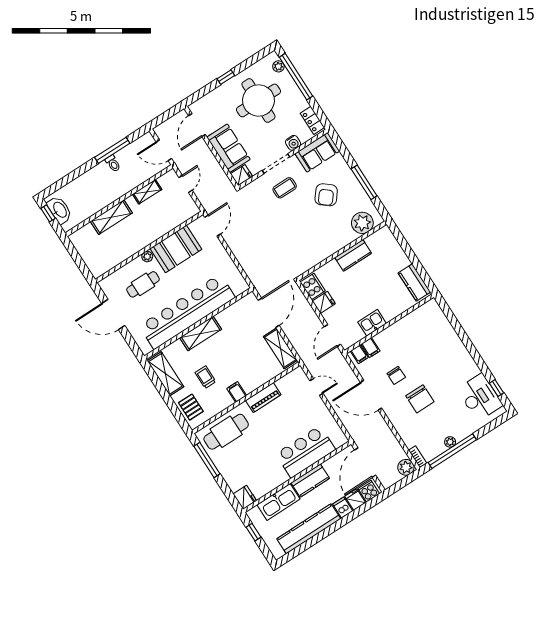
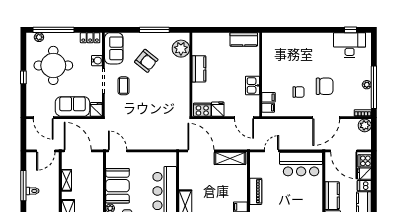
door: (185, 184) -> (78, 151), width x1.88
door: (371, 395) -> (326, 118), moved
bar counter: (306, 452) -> (301, 164), moved, turned -90

